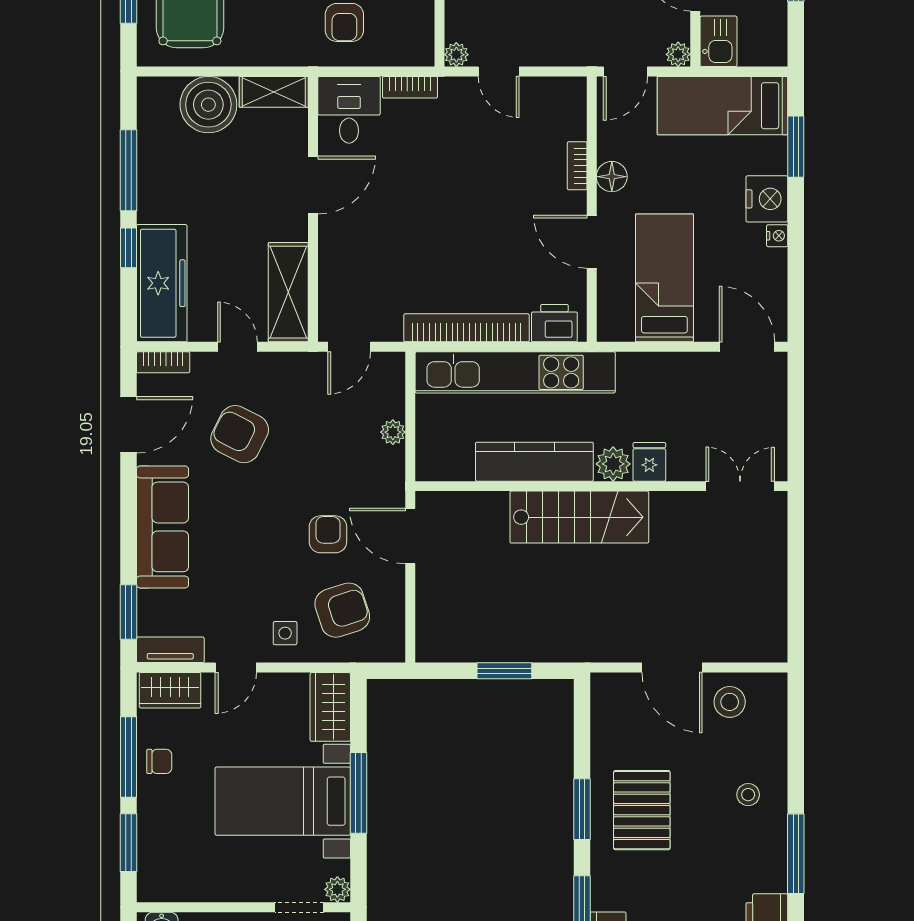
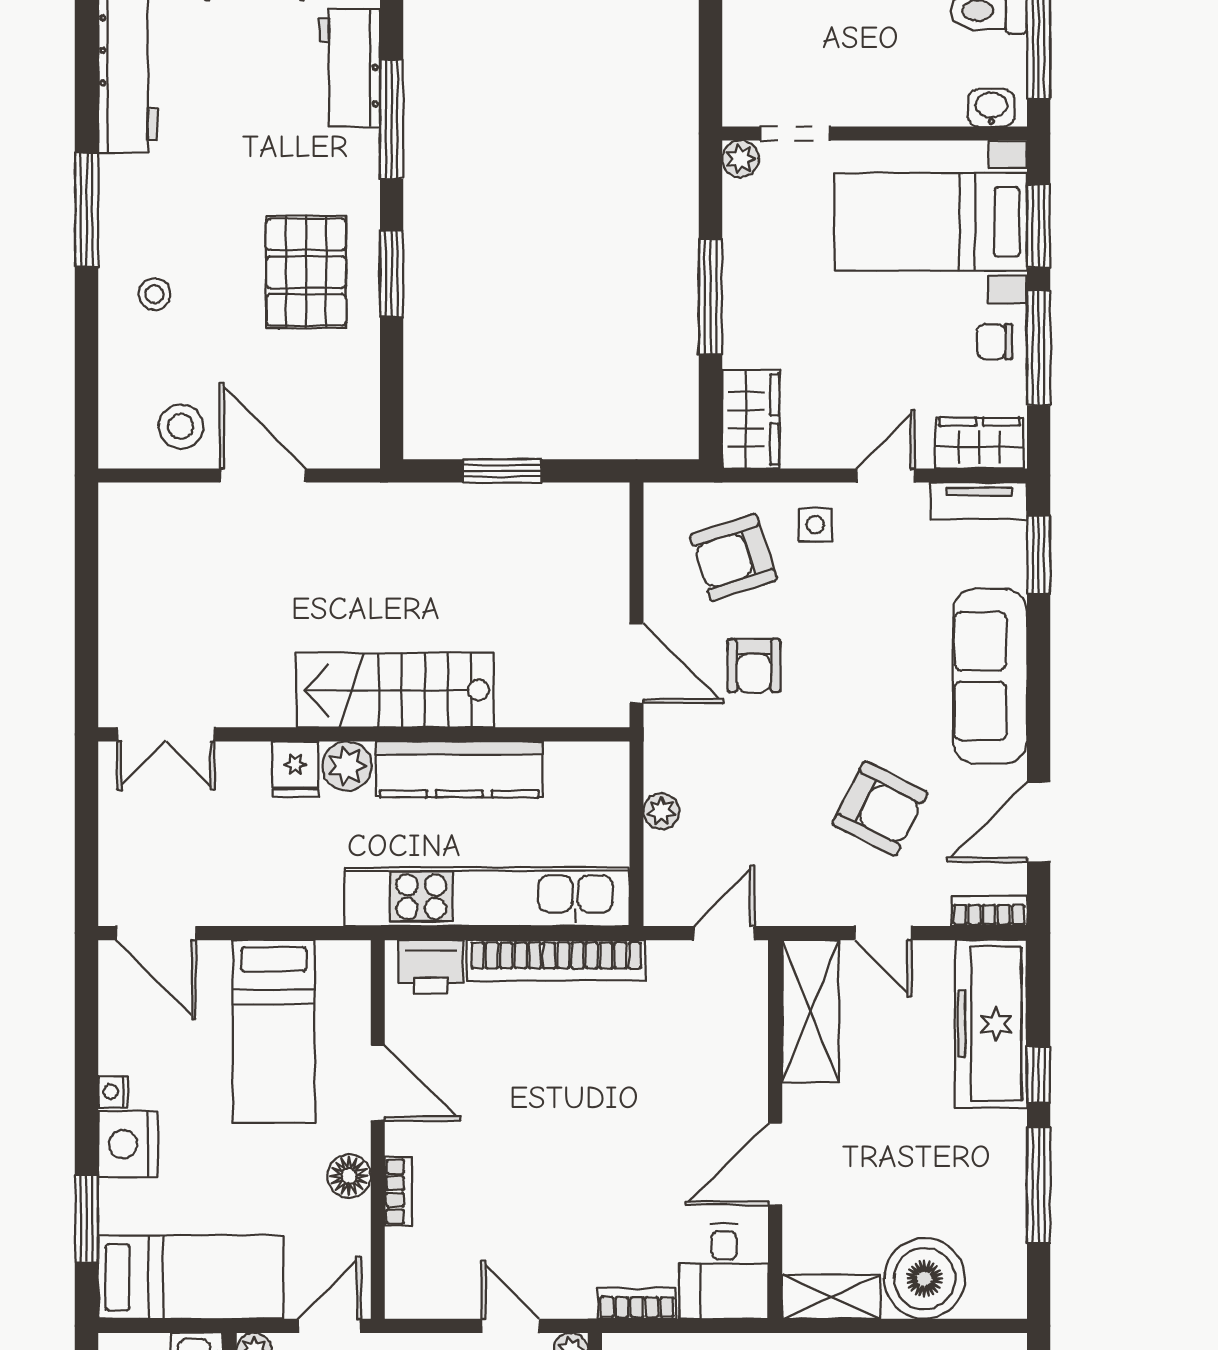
bed with nightstands: (283, 801) -> (931, 222), moved, turned 180

